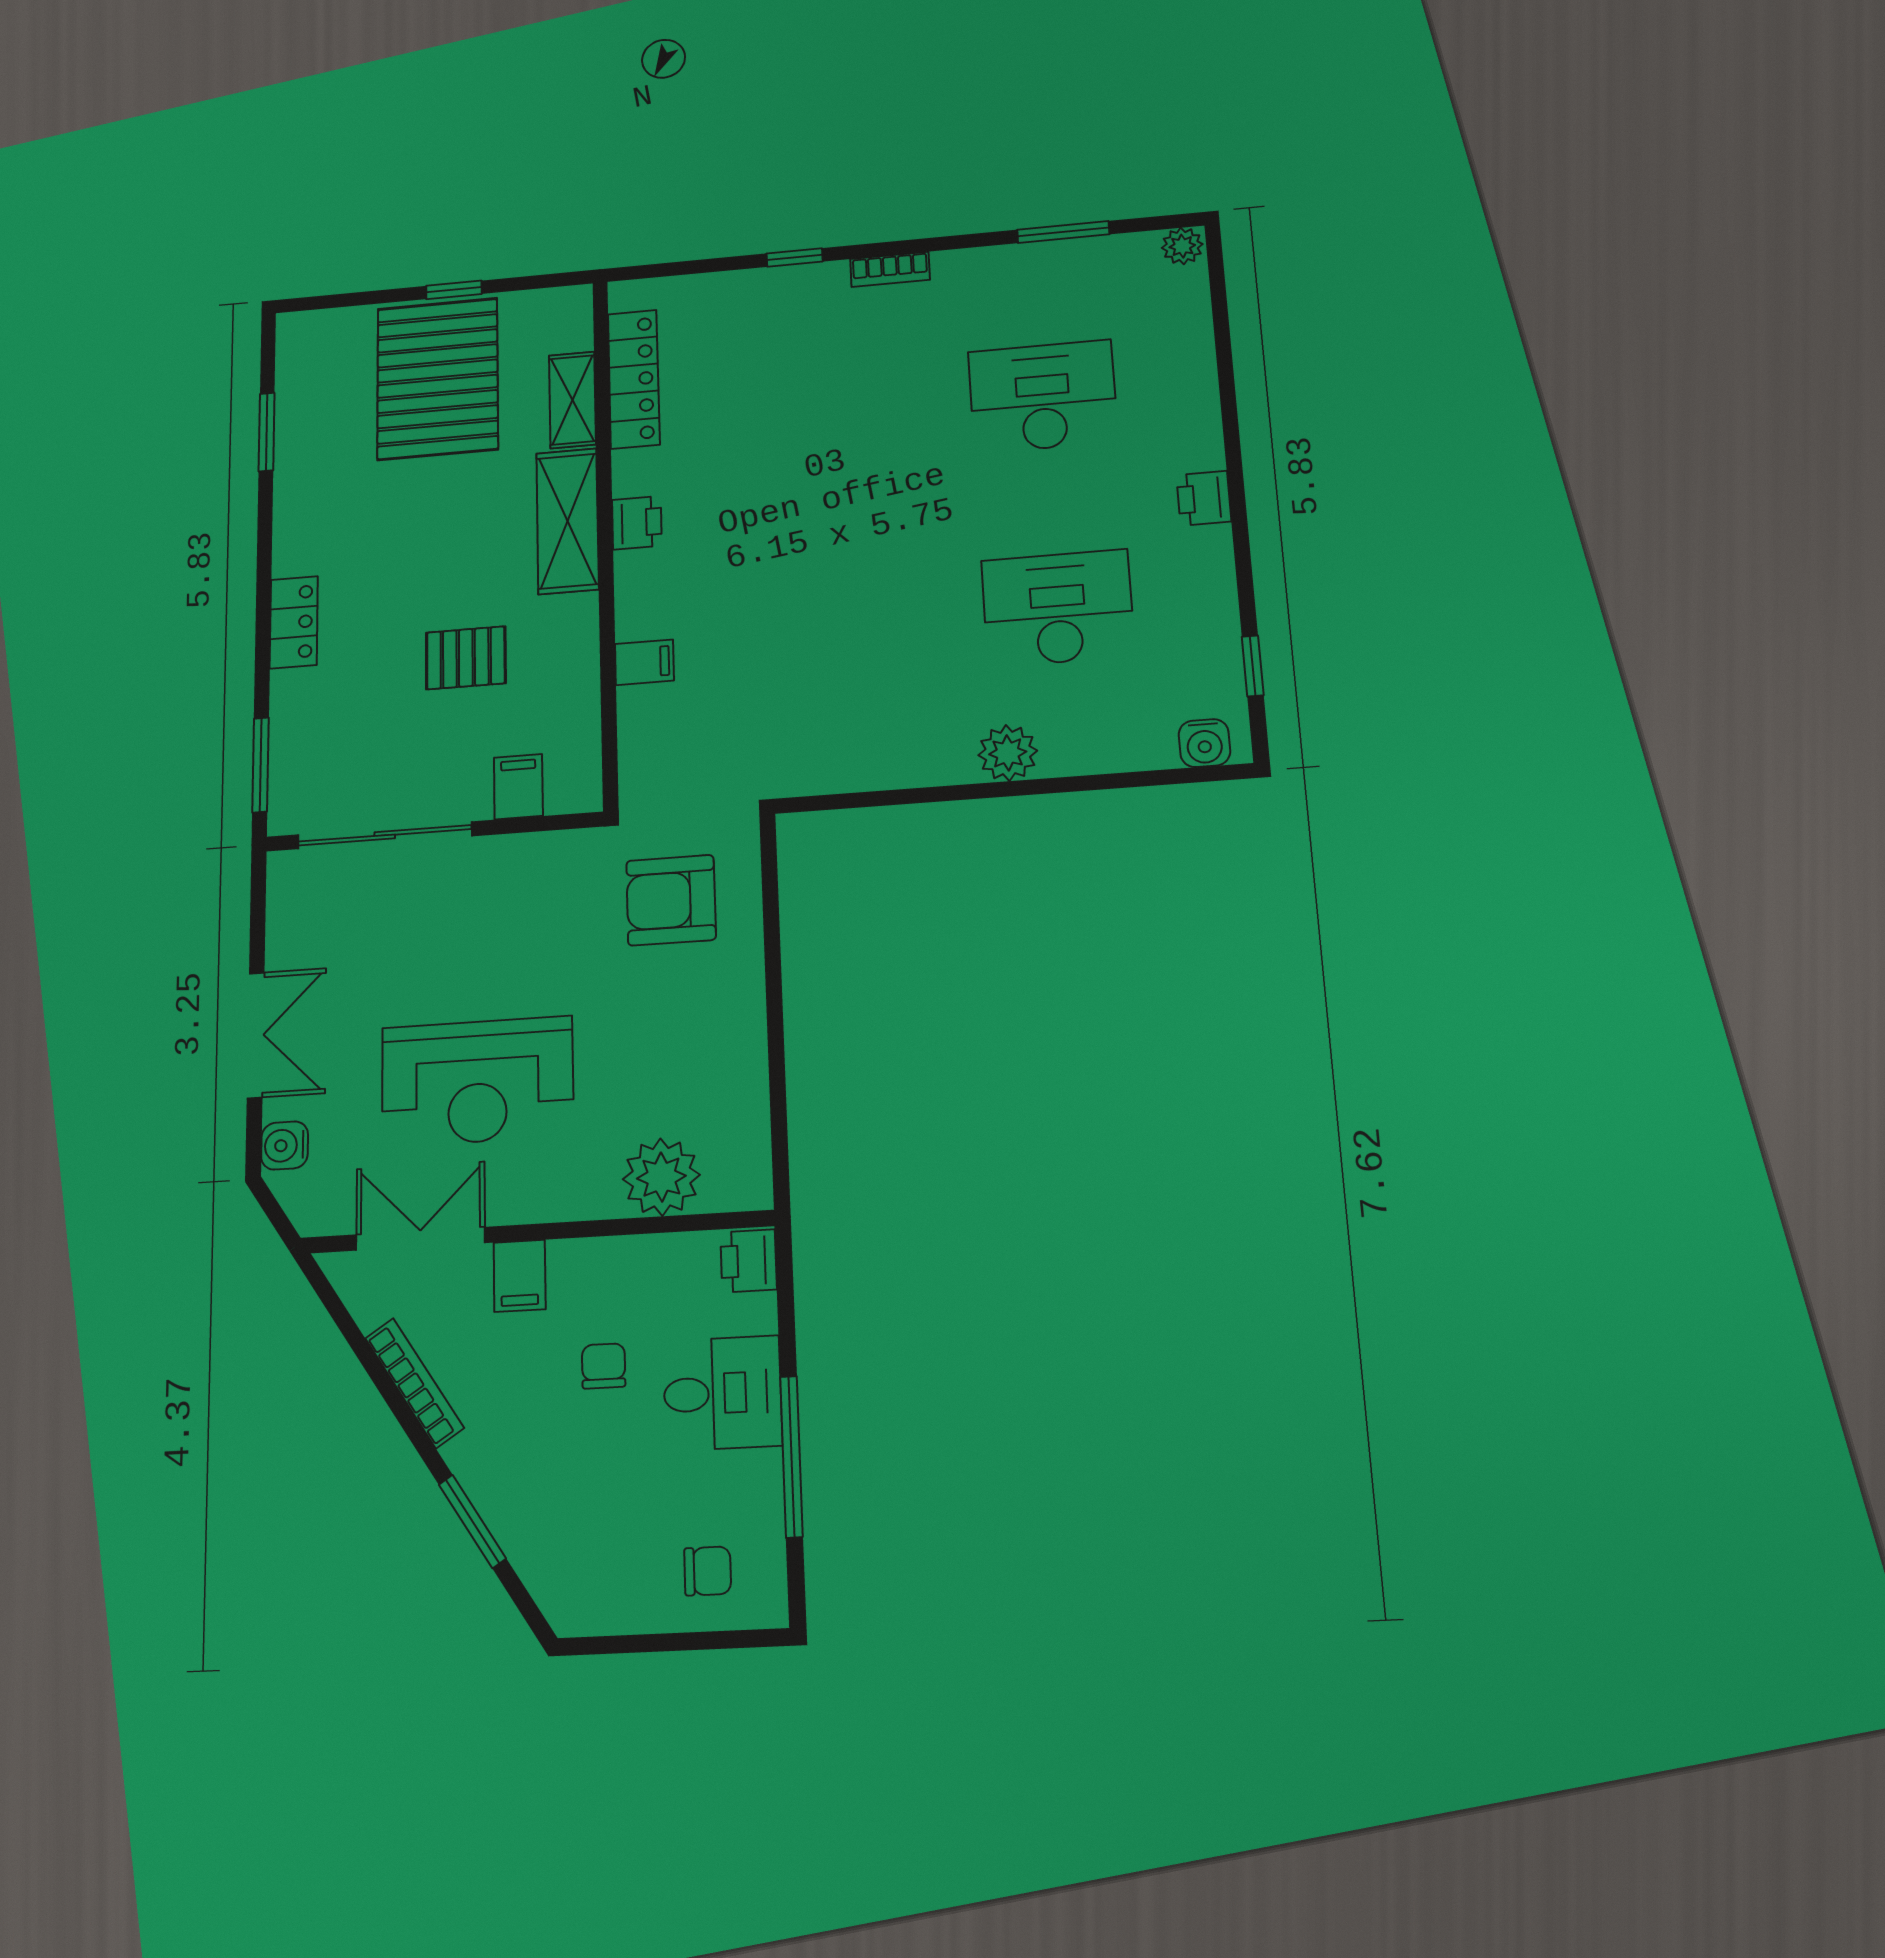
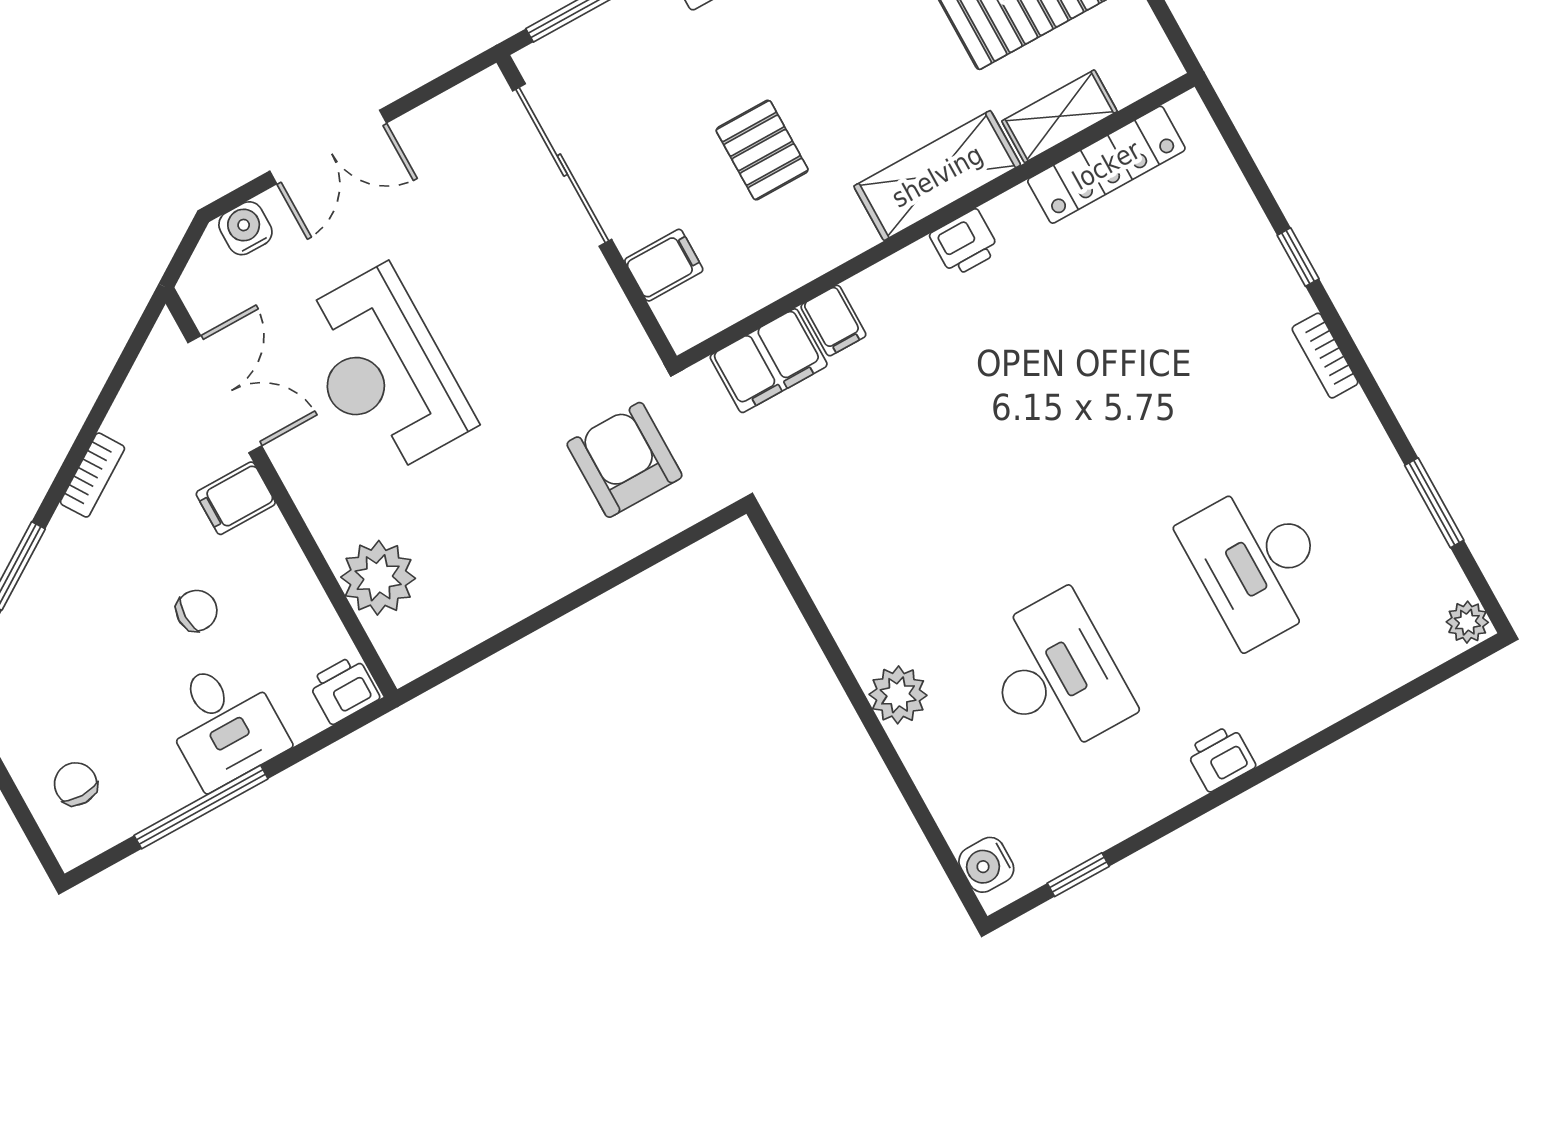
desk: (1043, 397) -> (1257, 563), turned 180
filing cabinet: (650, 734) -> (769, 361), added
bookcase: (414, 1383) -> (92, 475), width x0.64
chair: (708, 1571) -> (76, 784), turned 180

